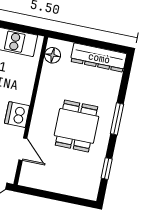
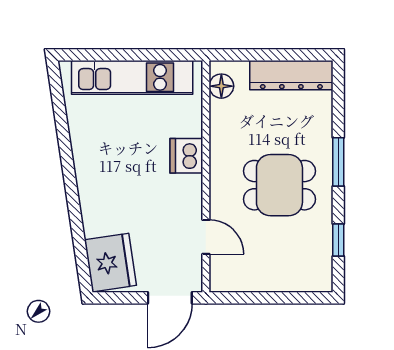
dishwasher: (17, 115) -> (186, 156), moved
dining table: (76, 126) -> (279, 185), turned 90

